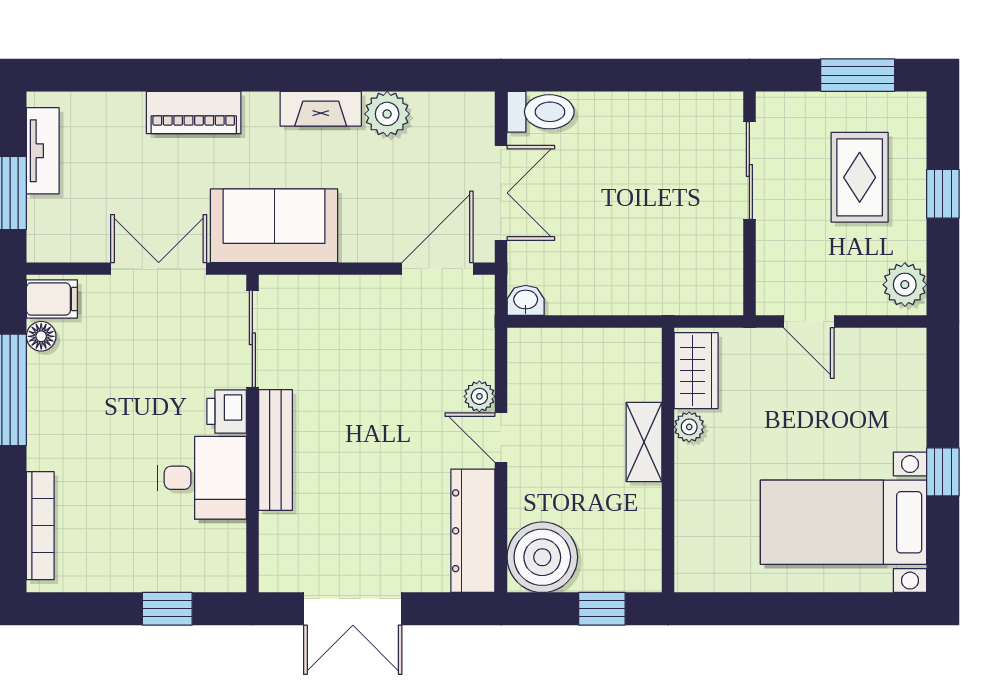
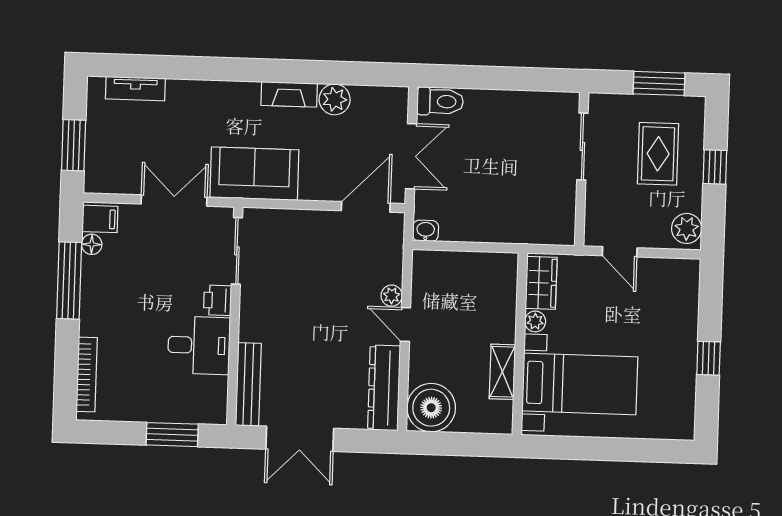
piano: (194, 113) -> (202, 94), removed
tv unit: (43, 151) -> (135, 89), moved, turned 90
shelving: (644, 442) -> (502, 372), moved
bench: (275, 450) -> (248, 384), moved
bed with nightstands: (844, 522) -> (580, 384), moved, turned 180
window: (167, 609) -> (172, 435), width x1.50
window: (602, 609) -> (471, 444), removed

